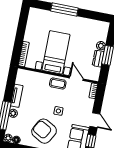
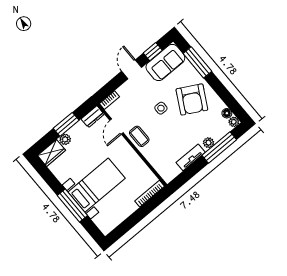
wardrobe: (102, 31) -> (51, 153), added
bed with nightstands: (56, 52) -> (97, 185), moved, turned 180
dresser: (98, 59) -> (93, 117), moved

